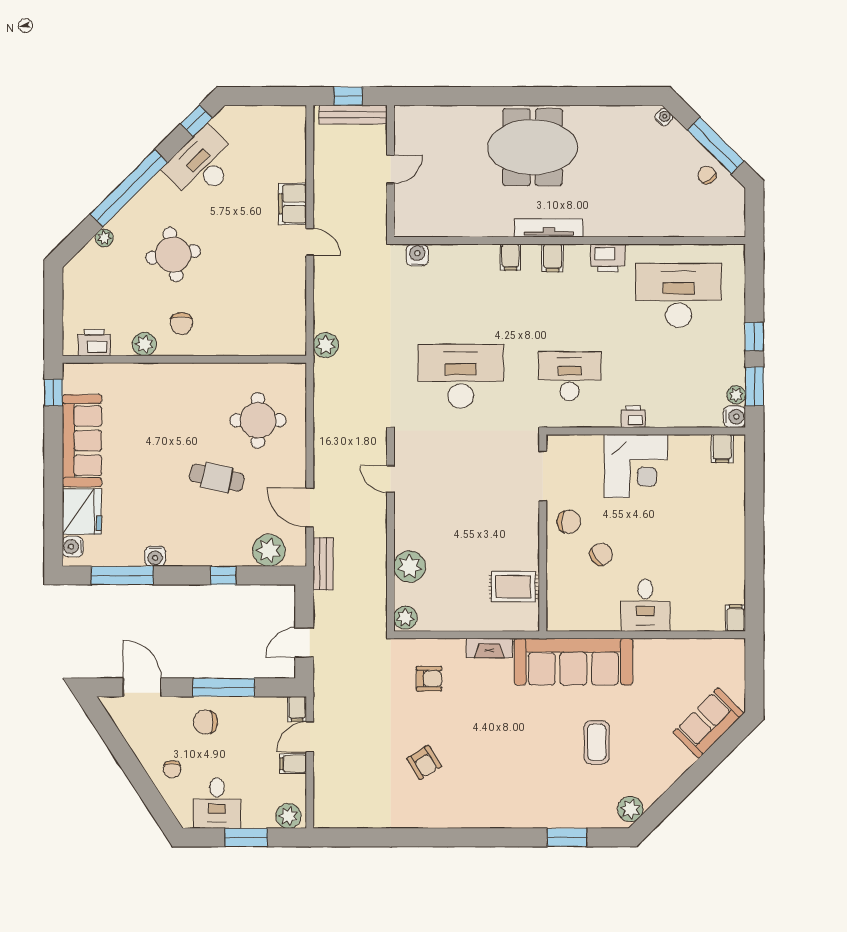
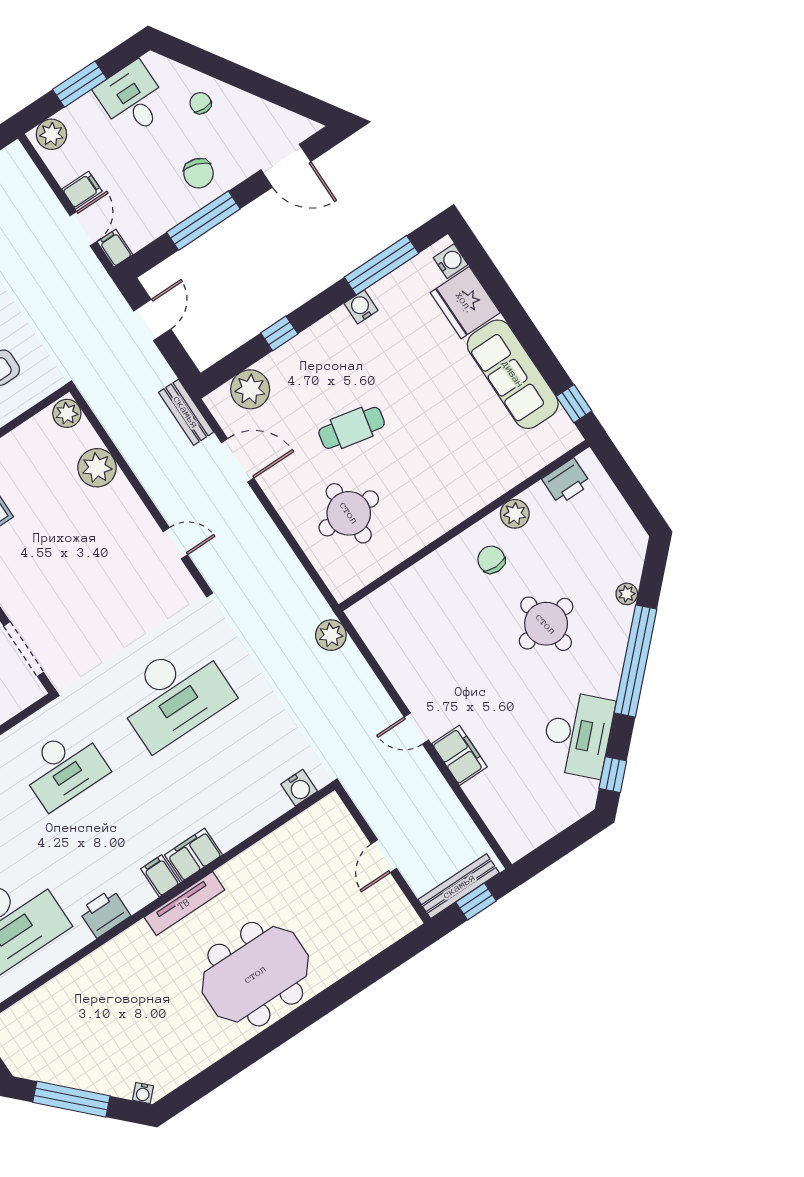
chair: (707, 175) -> (61, 1064), removed
filing cabinet: (510, 257) -> (194, 855), width x2.00
chair: (205, 722) -> (198, 173), turned 109

